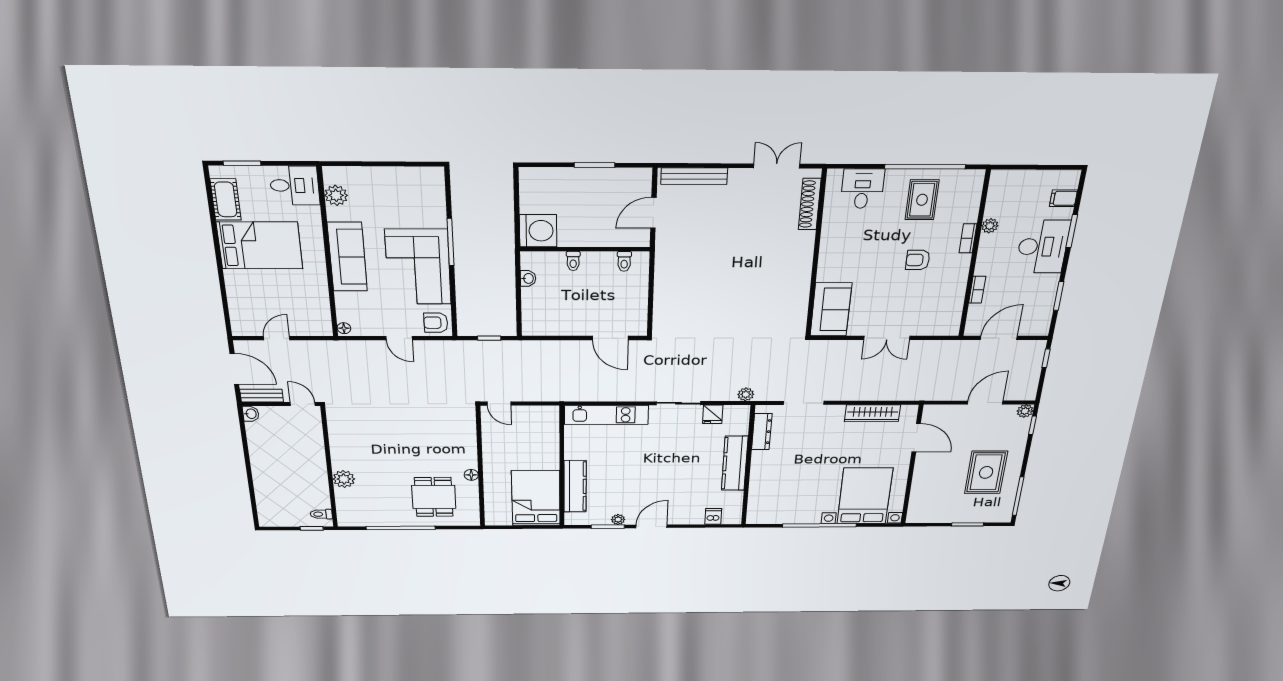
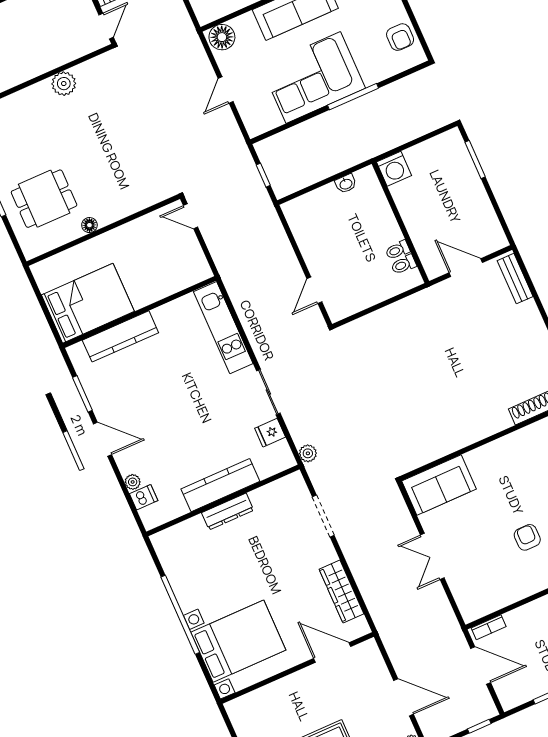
window: (595, 165) -> (475, 160), moved
bench: (694, 176) -> (515, 279), width x0.73
washing machine: (538, 231) -> (394, 169), width x0.73, depth x0.73
toilet: (573, 261) -> (398, 250), moved
bookcase: (977, 290) -> (489, 627), moved
armchair: (436, 323) -> (400, 37), moved, turned 180
floor lamp: (344, 328) -> (222, 37), width x1.89, depth x1.89
door: (610, 338) -> (314, 290), width x0.73
door: (499, 404) -> (190, 216), hinge flipped
dresser: (762, 432) -> (228, 512), moved
door: (916, 438) -> (332, 652), swing flipped
plant: (344, 479) -> (64, 84), moved
plant: (618, 520) -> (133, 482), moved

